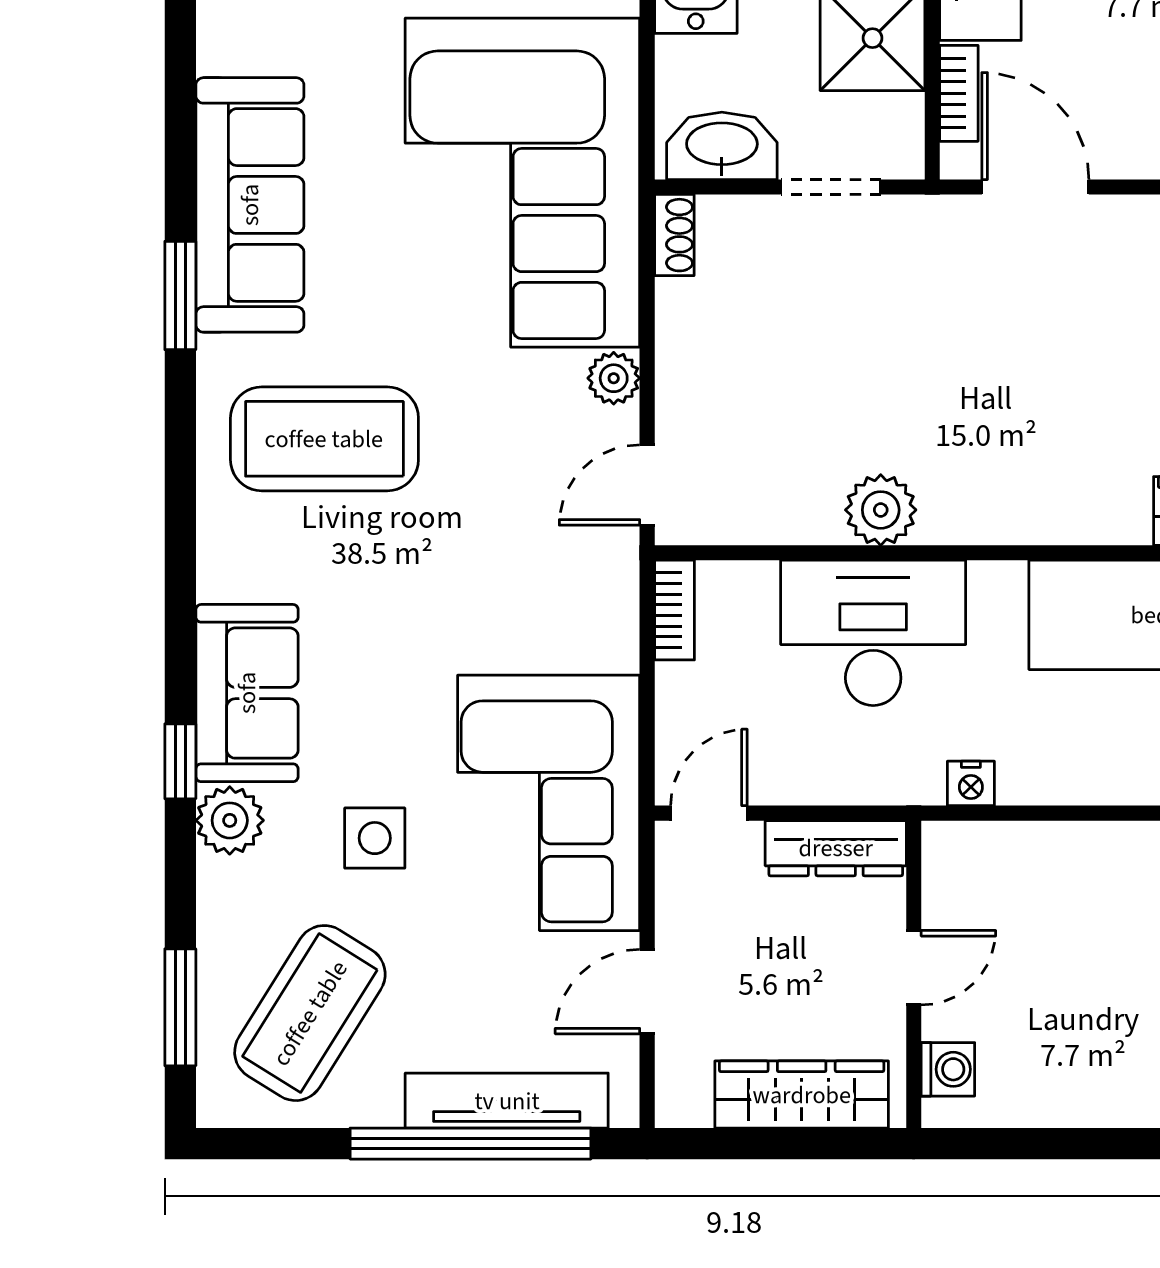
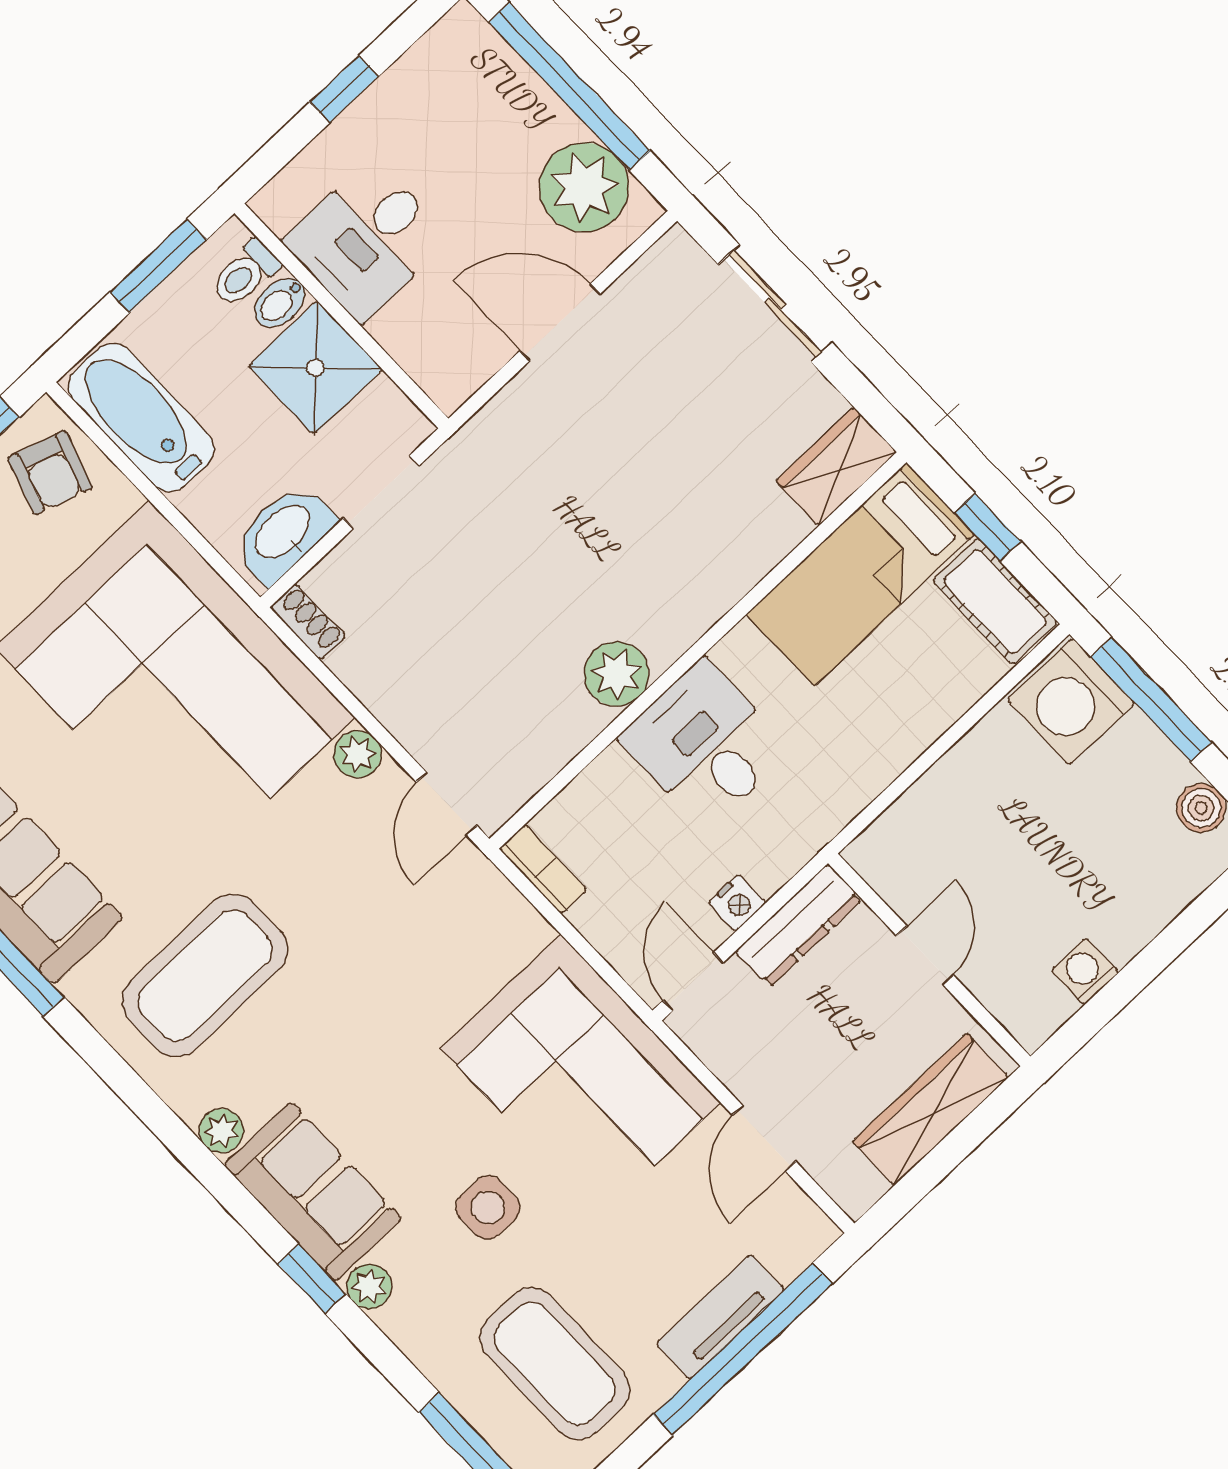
bookcase: (959, 93) -> (407, 350), removed
door: (1035, 187) -> (560, 323), moved
plant: (220, 575) -> (221, 1131), added
desk: (873, 633) -> (705, 744), width x0.73
nightstand: (971, 783) -> (737, 903), moved
plant: (230, 820) -> (369, 1286), width x0.73, depth x0.73
coffee table: (310, 1013) -> (555, 1364), turned -32
washing machine: (948, 1069) -> (1085, 971), moved, turned -90
tv unit: (507, 1101) -> (720, 1317), width x0.71

